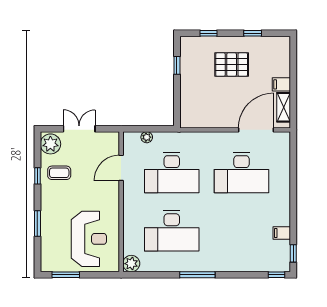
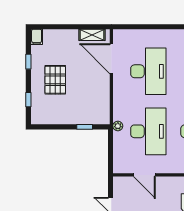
window: (177, 65) -> (85, 127), moved
filing cabinet: (281, 84) -> (37, 37), moved
plant: (147, 137) -> (118, 126), moved

